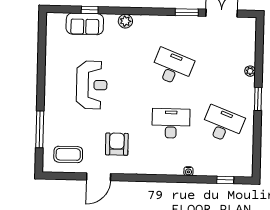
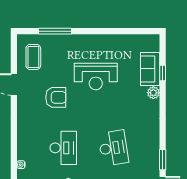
plant: (125, 21) -> (153, 93), moved
desk: (172, 67) -> (113, 148), turned -30
armchair: (117, 144) -> (56, 97), moved

